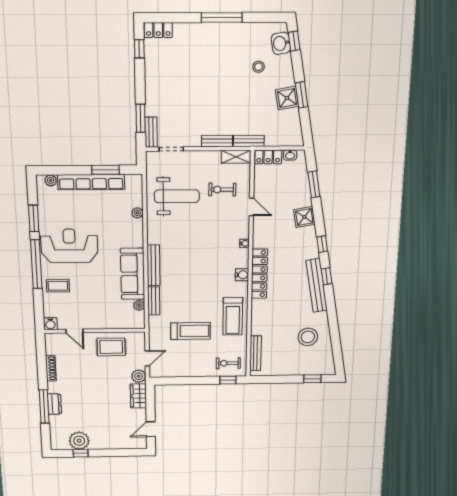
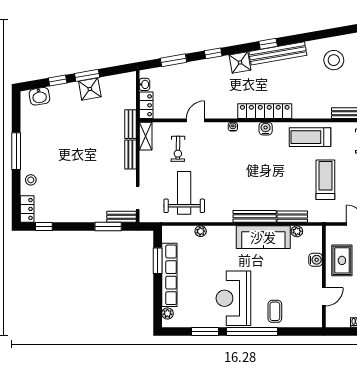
window: (294, 41) -> (58, 80), moved
stool: (259, 67) -> (31, 180), moved
shower: (304, 217) -> (240, 62), moved
window: (322, 244) -> (213, 53), moved
treadmill: (233, 316) -> (310, 137), turned 180
water cooler: (50, 324) -> (316, 260), moved

